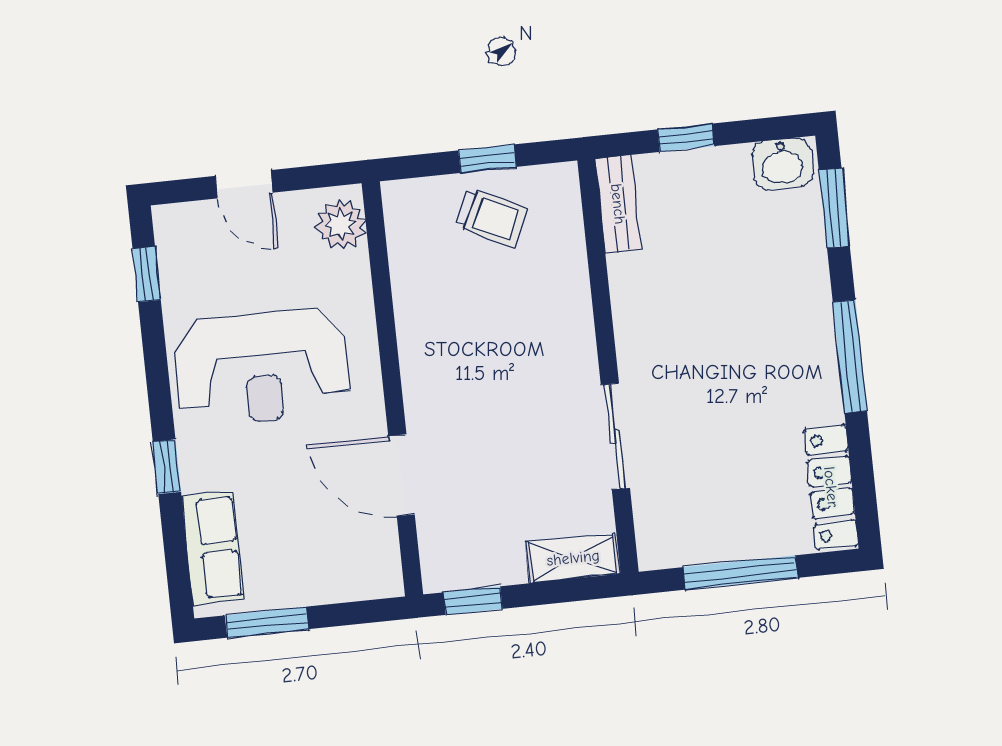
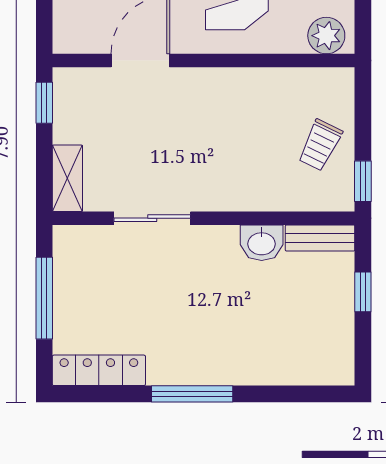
window: (487, 159) -> (363, 181), moved
washbasin: (782, 164) -> (262, 243), moved, turned -90
window: (834, 208) -> (301, 394), removed

